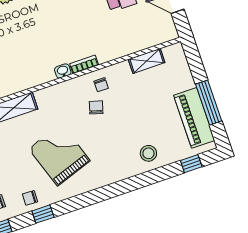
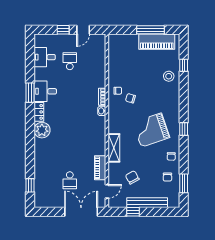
shelving: (147, 61) -> (113, 58), removed
window: (191, 164) -> (184, 65), moved
window: (43, 214) -> (184, 129), moved

